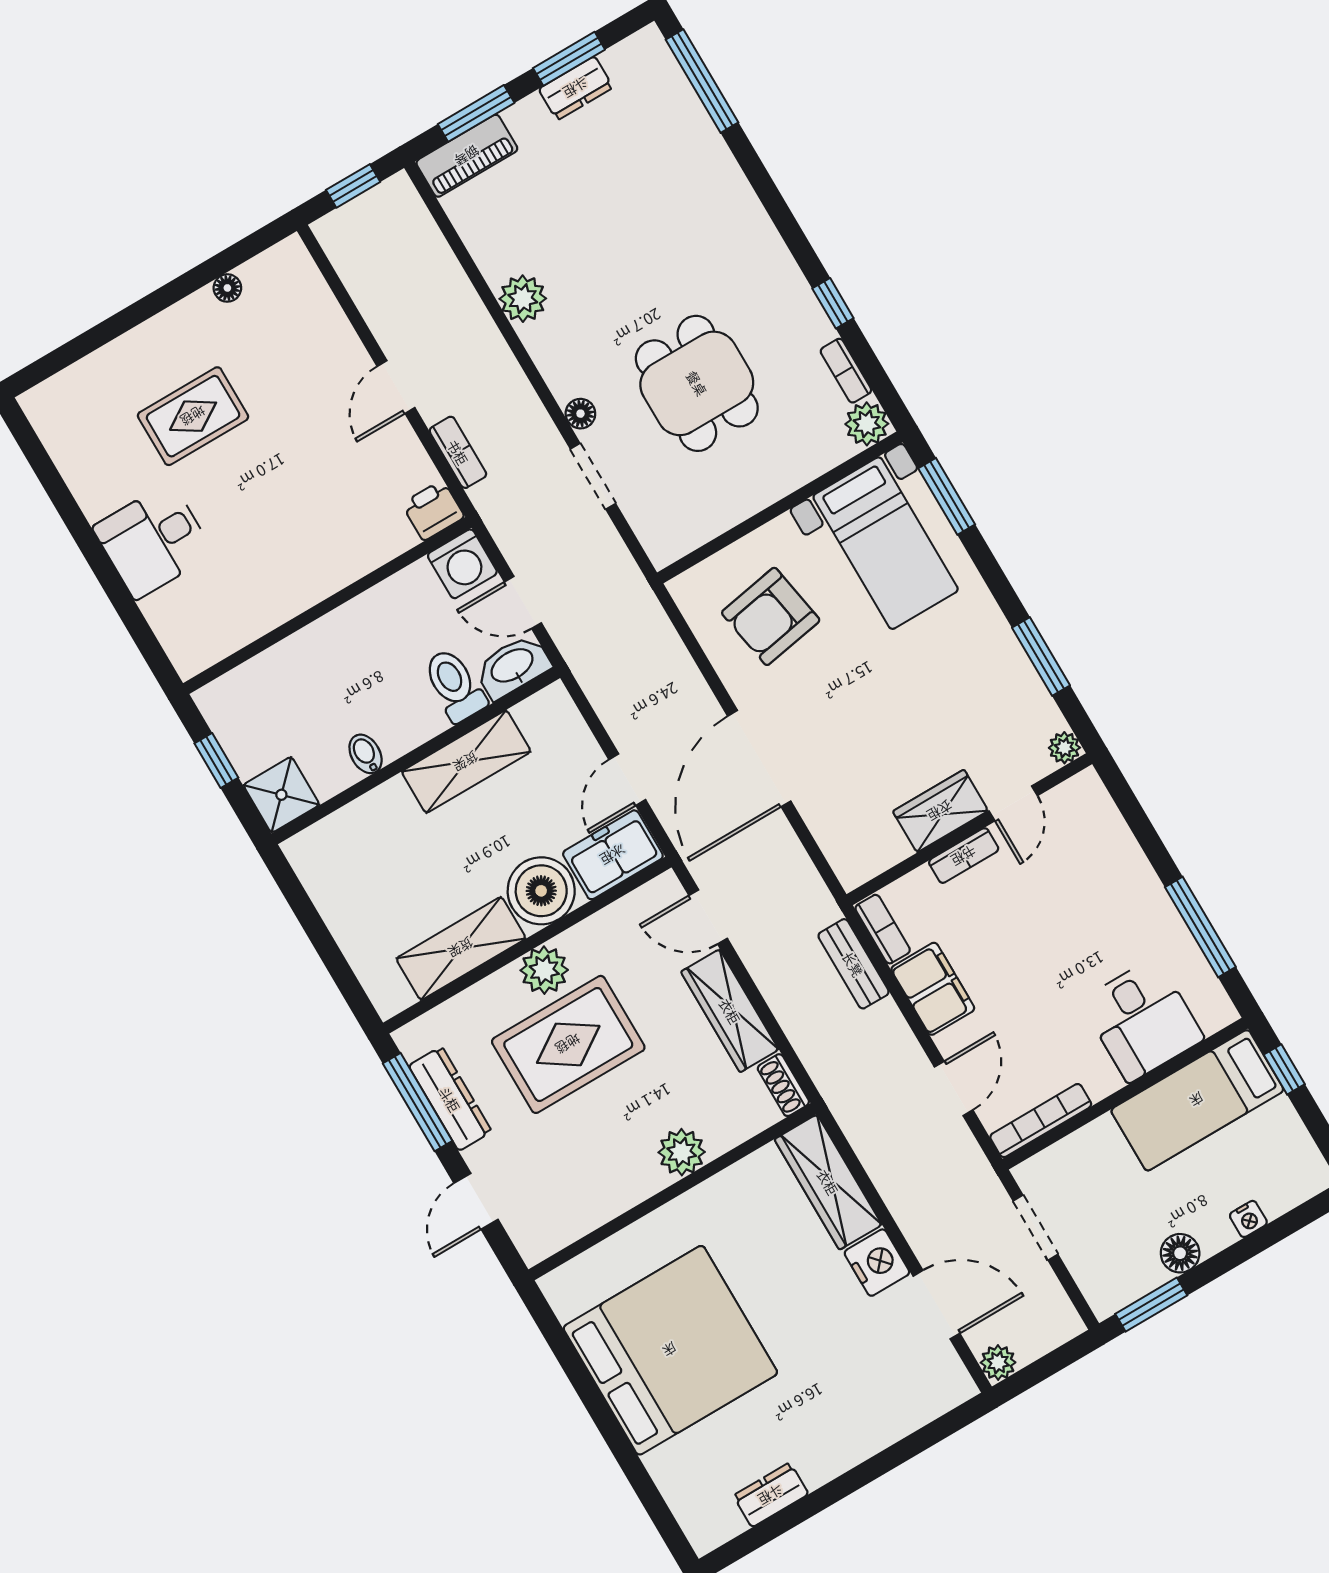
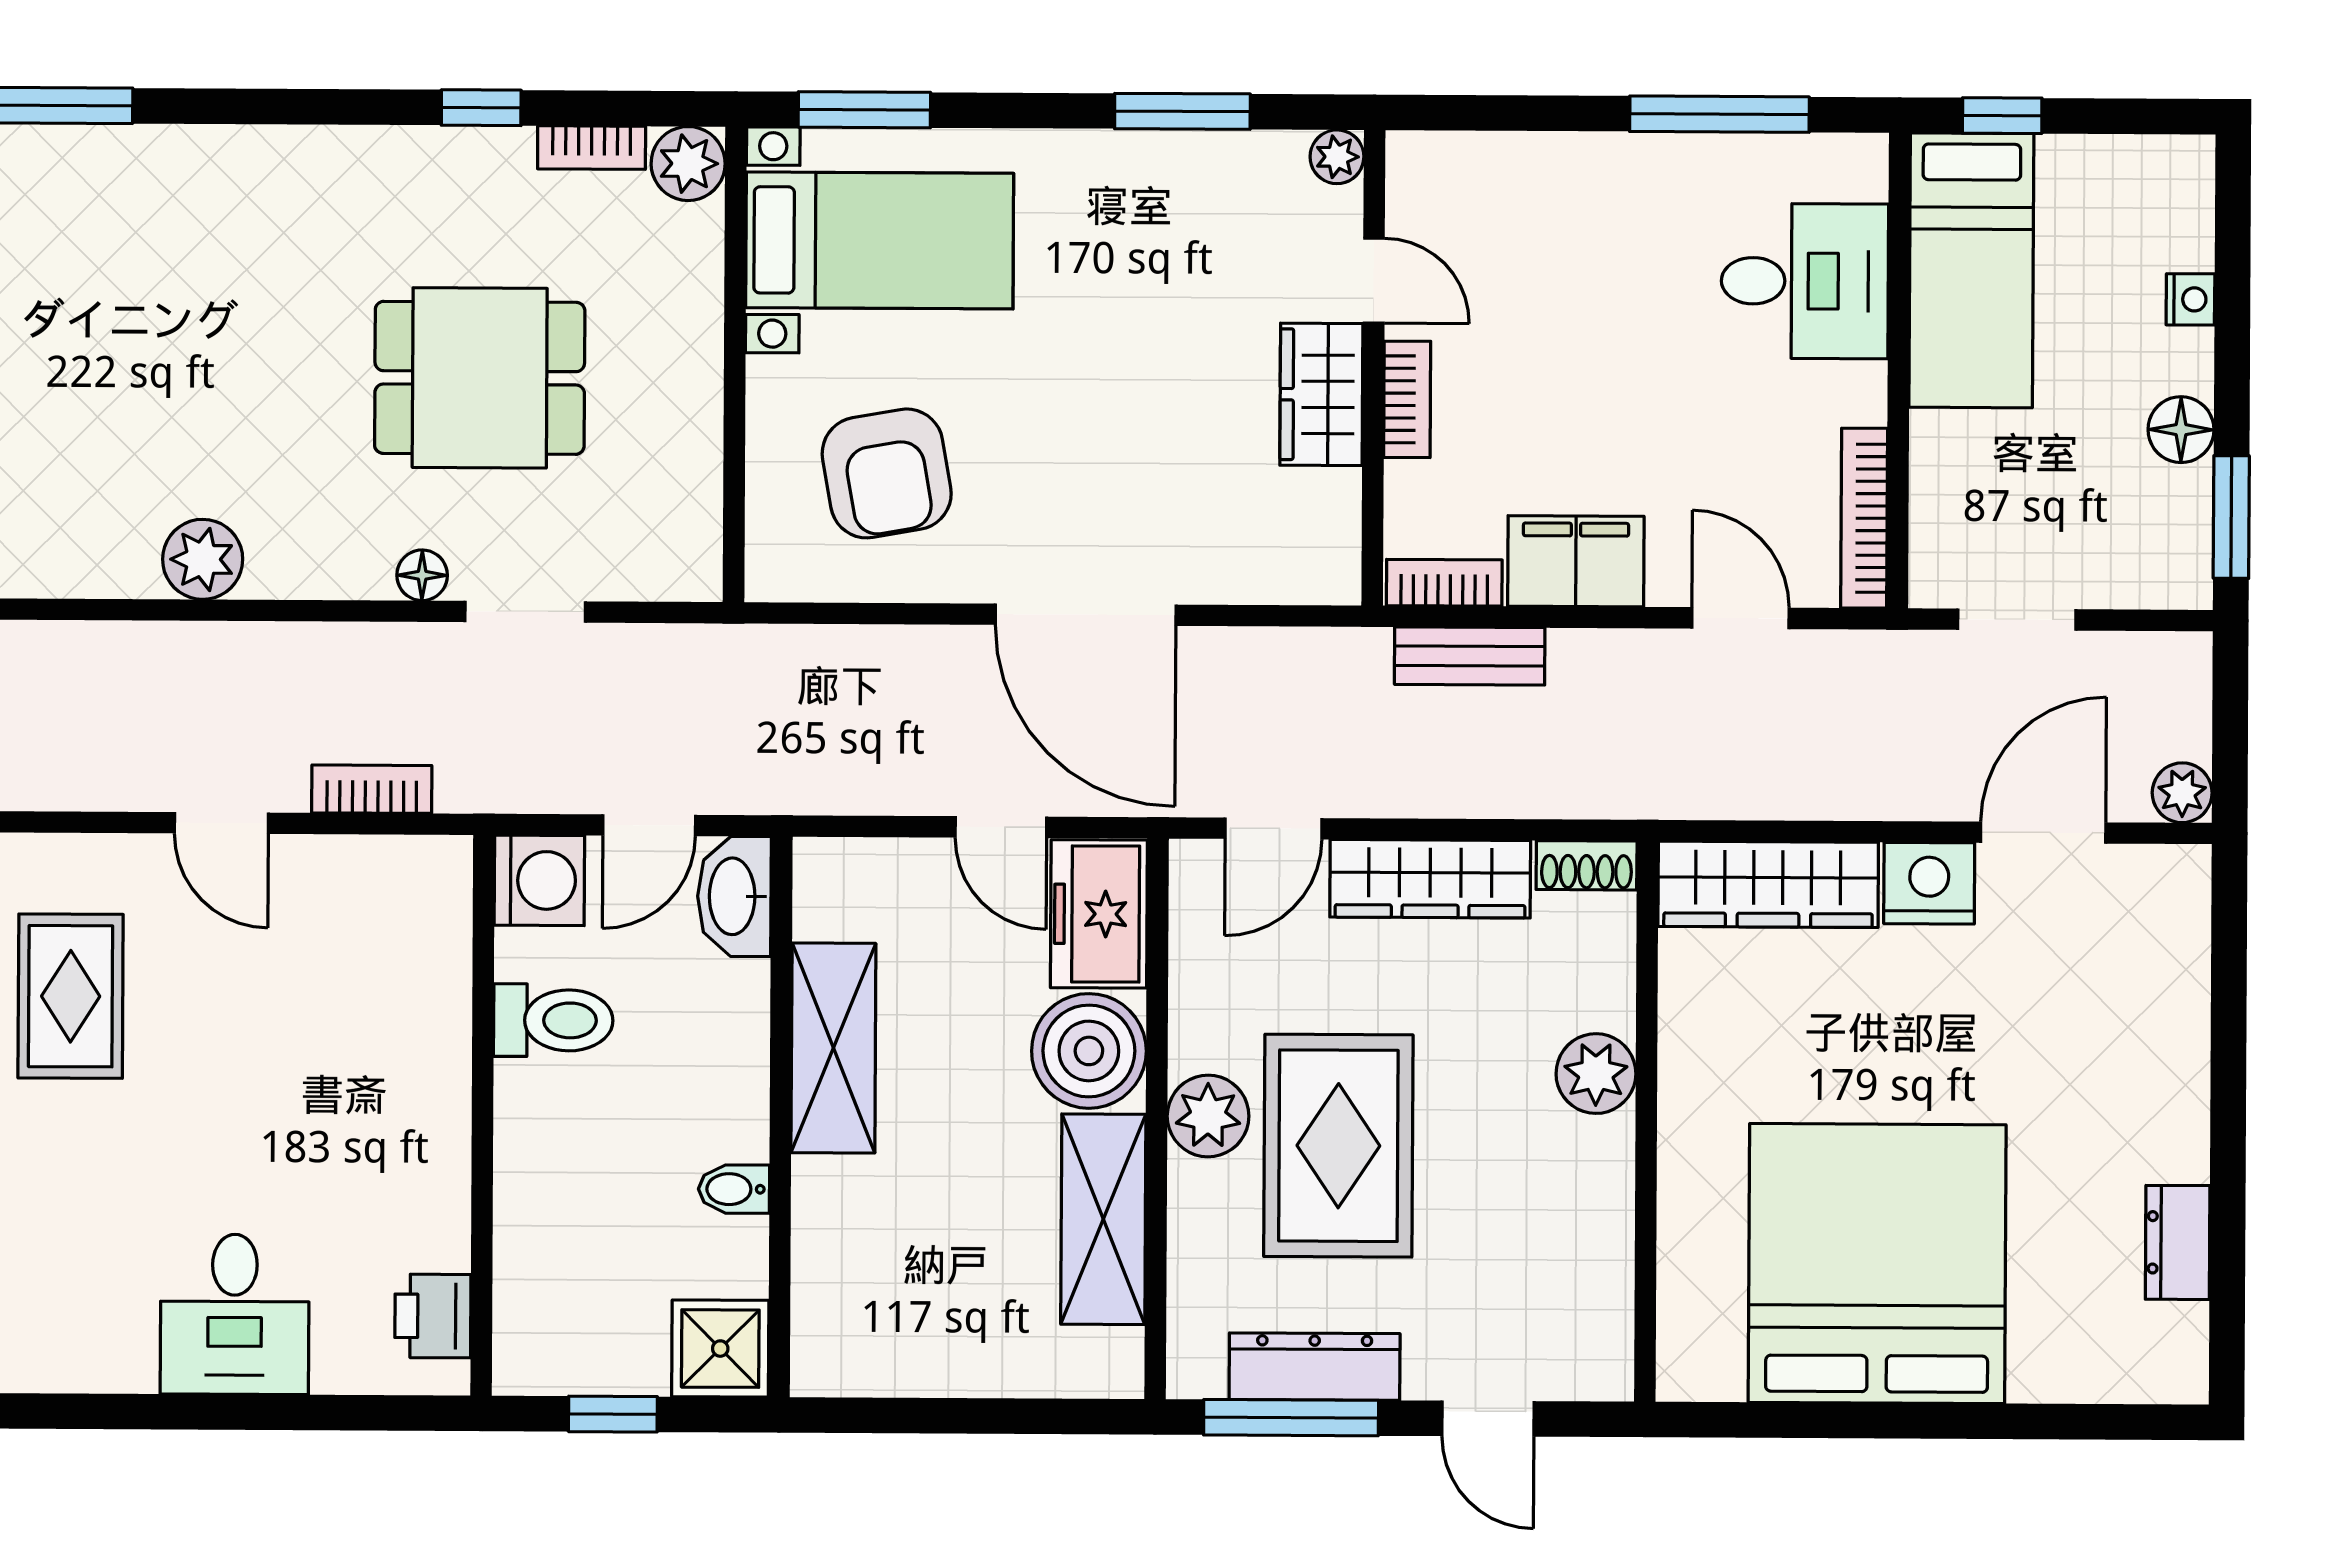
rug: (193, 416) -> (71, 996), moved
printer: (433, 510) -> (433, 1316), moved
toilet: (454, 685) -> (553, 1020), moved, turned 180

